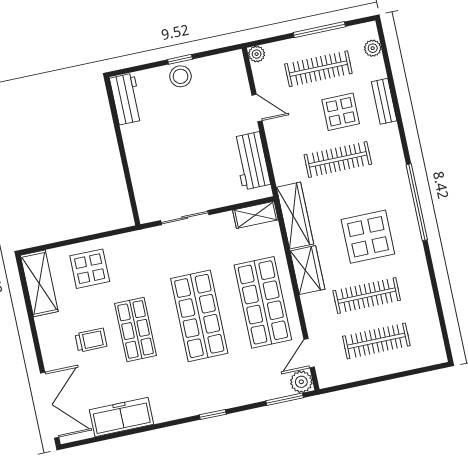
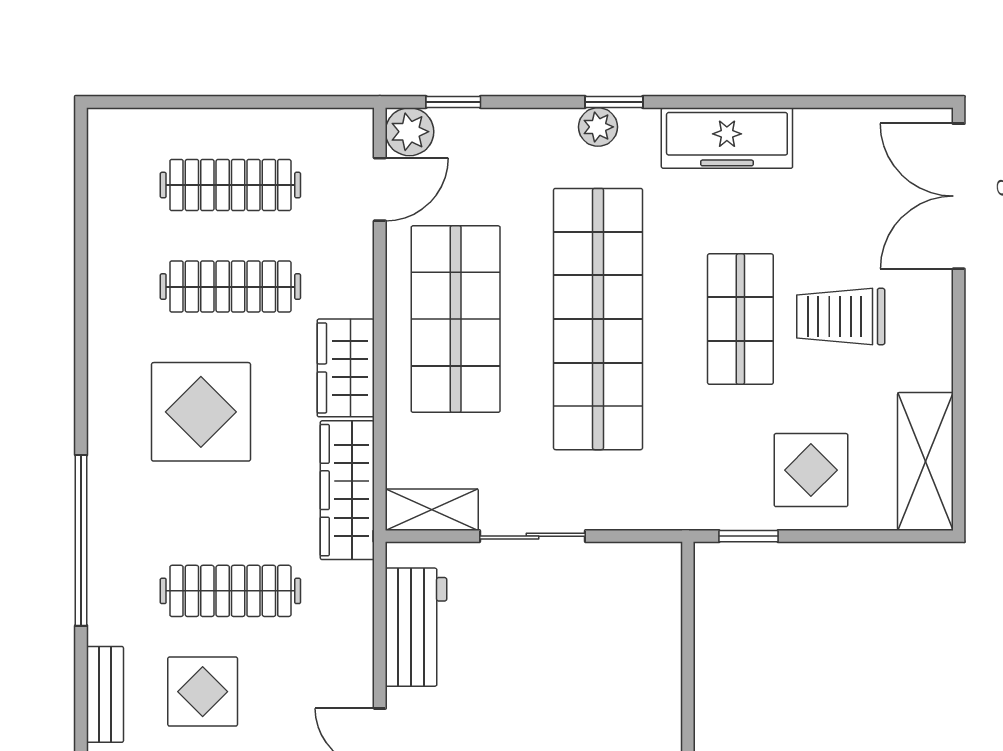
window: (417, 202) -> (81, 540), moved
sliding door: (185, 218) -> (533, 536), moved
window: (111, 233) -> (748, 536), added
shop shelf: (199, 316) -> (598, 319), width x1.40
trolley: (91, 340) -> (841, 317), width x1.36, depth x1.39
window: (285, 399) -> (453, 102), width x0.67
plant: (217, 402) -> (598, 127), added
freezer: (122, 417) -> (727, 138), moved

